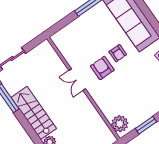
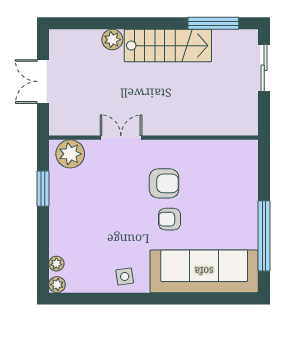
double door: (77, 80) -> (121, 138), moved

